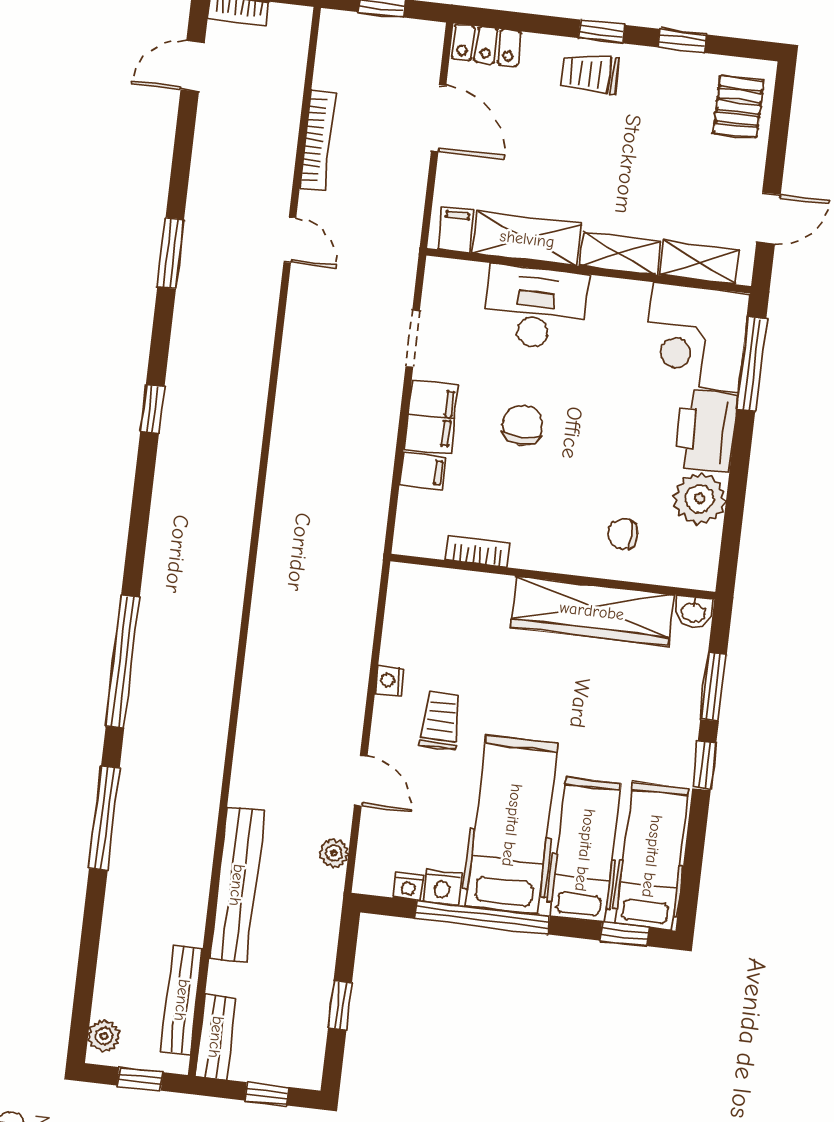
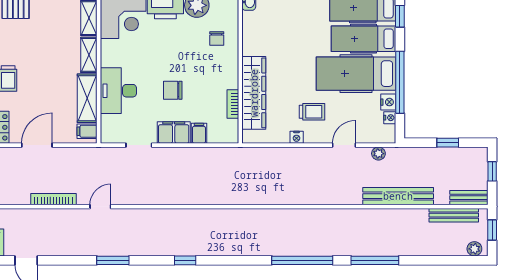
wardrobe: (592, 611) -> (254, 93), moved
trolley: (441, 720) -> (312, 112), turned 180

